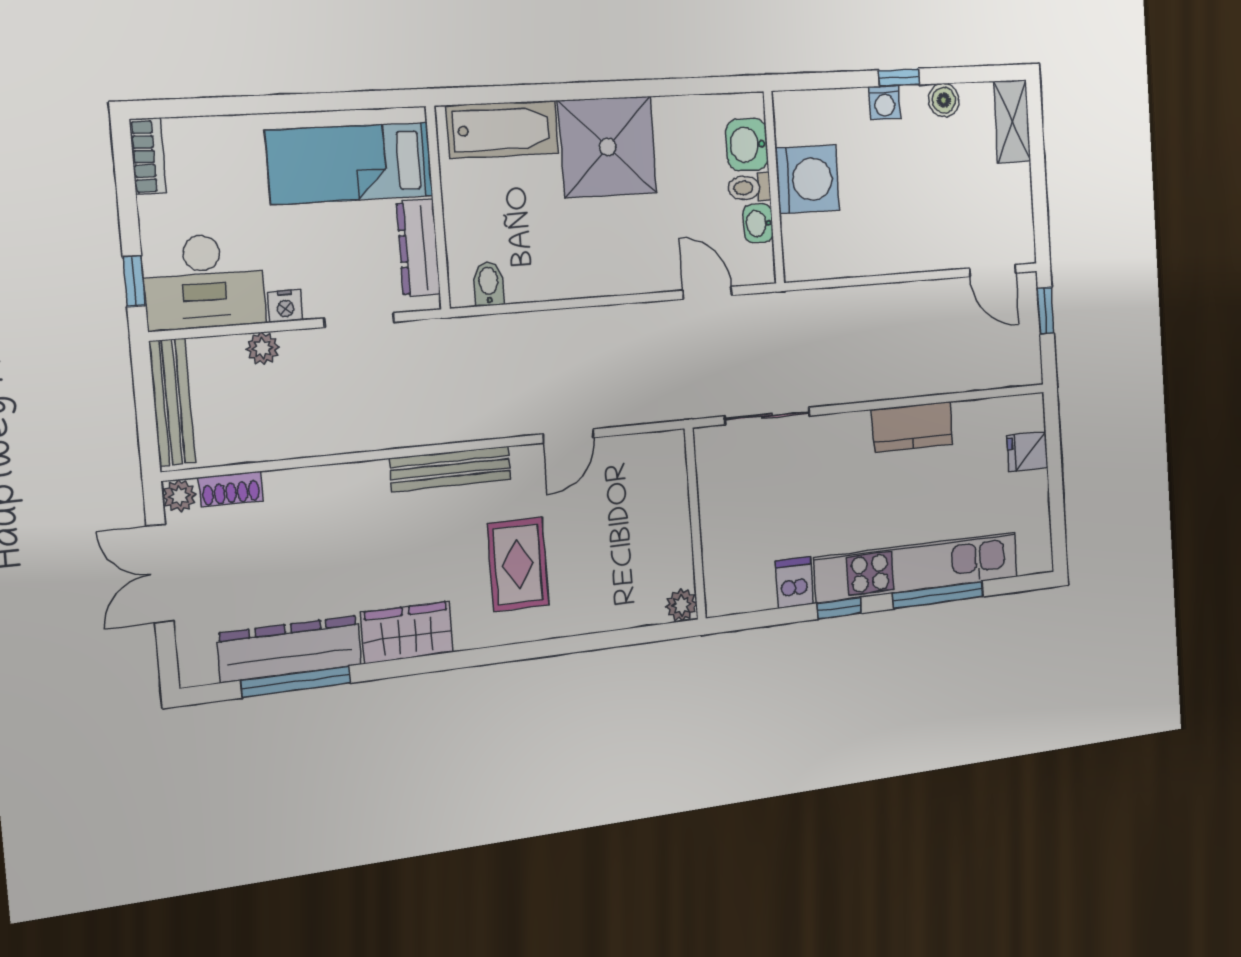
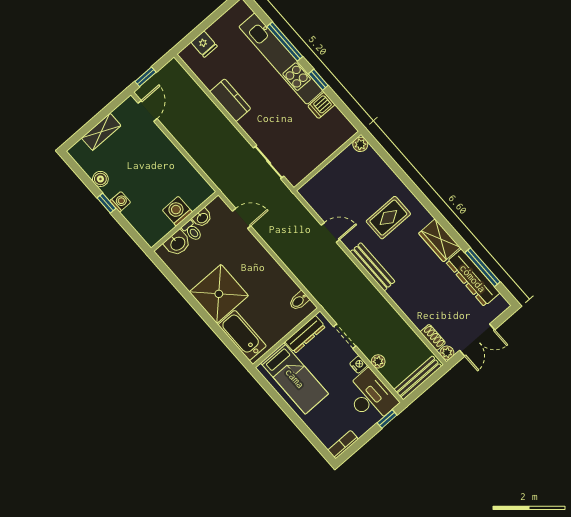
shelving: (1012, 121) -> (101, 132), moved
washing machine: (807, 179) -> (177, 211), width x0.73, depth x0.73
door: (707, 293) -> (242, 218), swing flipped

